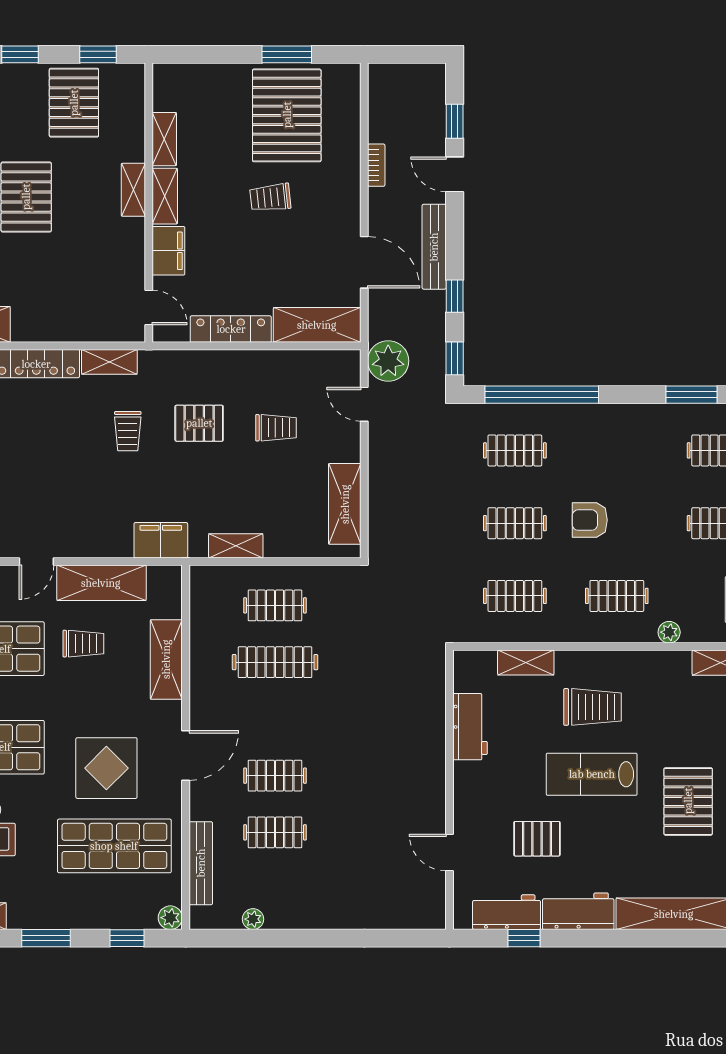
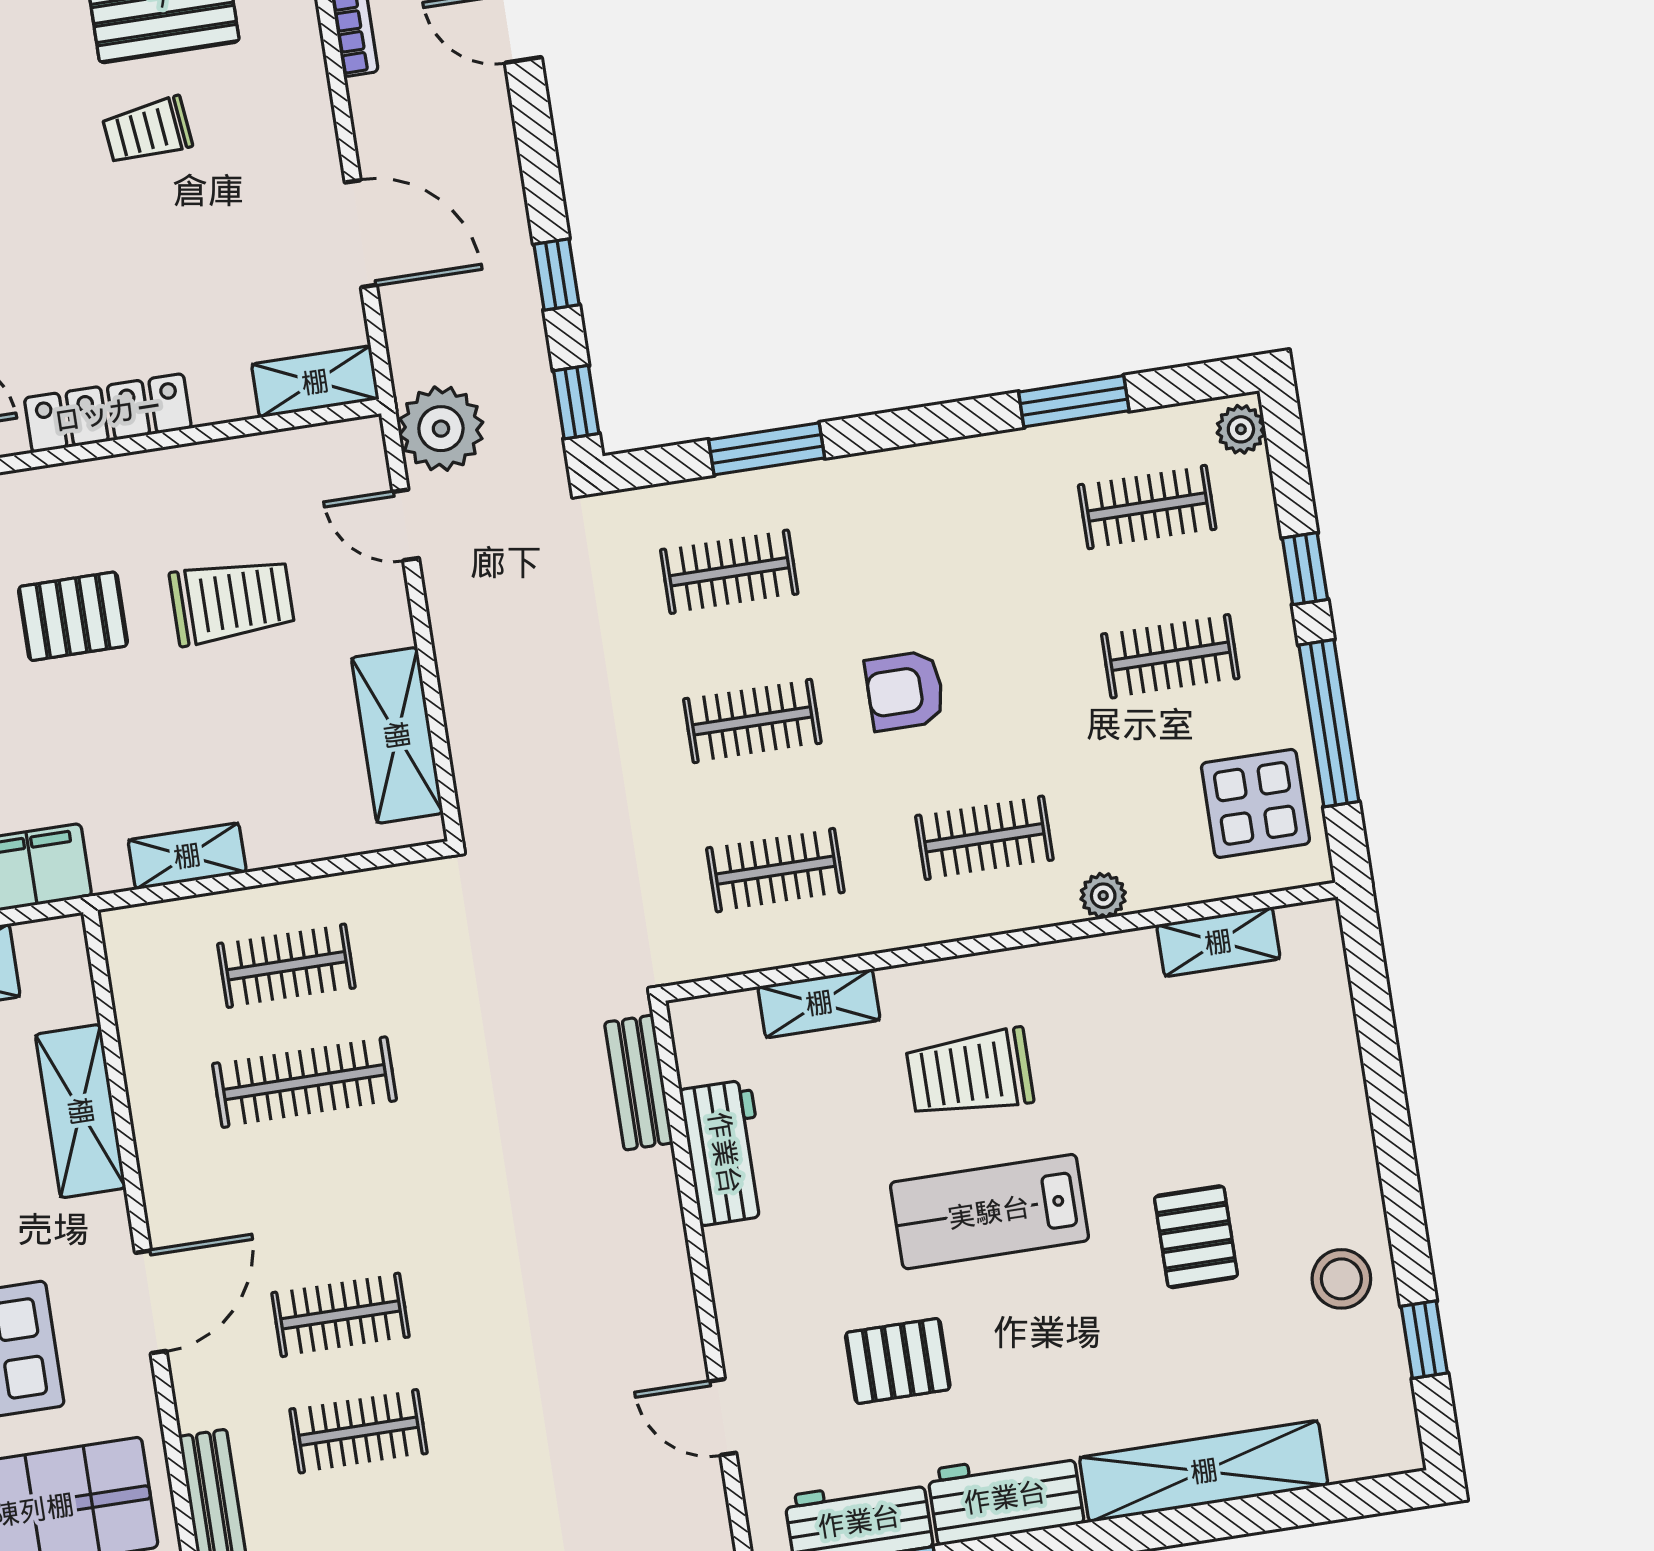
bench: (434, 247) -> (639, 1083), moved, width x0.73
shelving: (317, 325) -> (315, 382), width x0.67, depth x0.75
window: (542, 395) -> (767, 449), width x0.47
trolley: (276, 428) -> (232, 601), width x1.36, depth x1.39
trolley: (592, 707) -> (970, 1073), turned 180
pallet: (688, 801) -> (1196, 1237), width x0.67, depth x0.71

